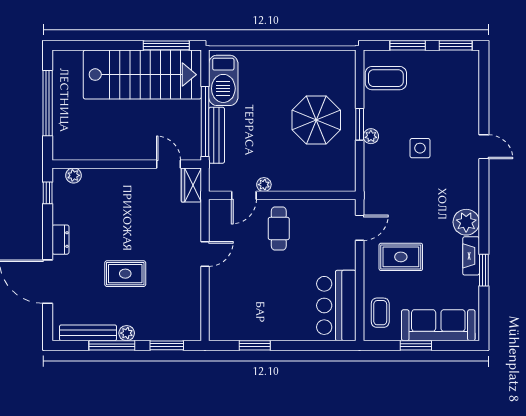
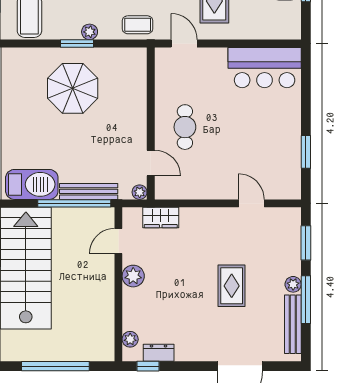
plant: (135, 178) -> (133, 276), added
wardrobe: (191, 185) -> (161, 217), moved
plant: (264, 185) -> (140, 192), moved
cafe table: (279, 228) -> (185, 127), turned 90
dresser: (61, 240) -> (159, 353), moved
door: (205, 254) -> (251, 203), moved
coffee table: (380, 313) -> (138, 25), moved

